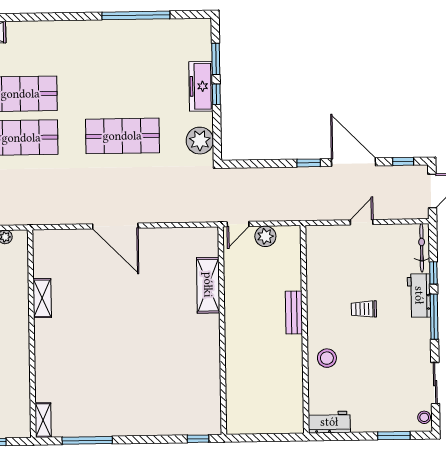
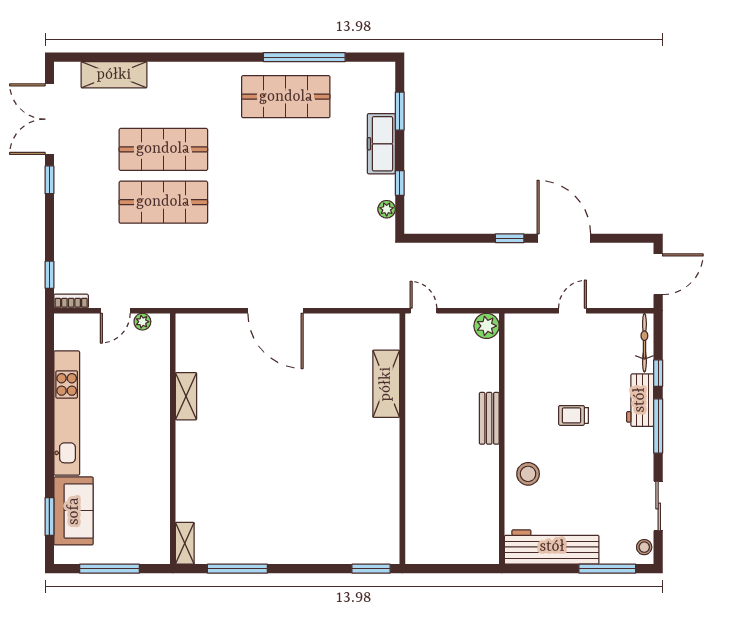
window: (216, 94) -> (400, 183), moved
shop shelf: (122, 136) -> (286, 97), moved
plant: (200, 141) -> (387, 209), width x0.53, depth x0.53
window: (403, 161) -> (624, 238), removed
door: (238, 224) -> (423, 311), swing flipped
plant: (265, 236) -> (487, 326), moved
workbench: (329, 422) -> (552, 547), width x1.88, depth x1.32
window: (394, 436) -> (607, 569), width x1.44
window: (198, 439) -> (371, 569), width x1.50

